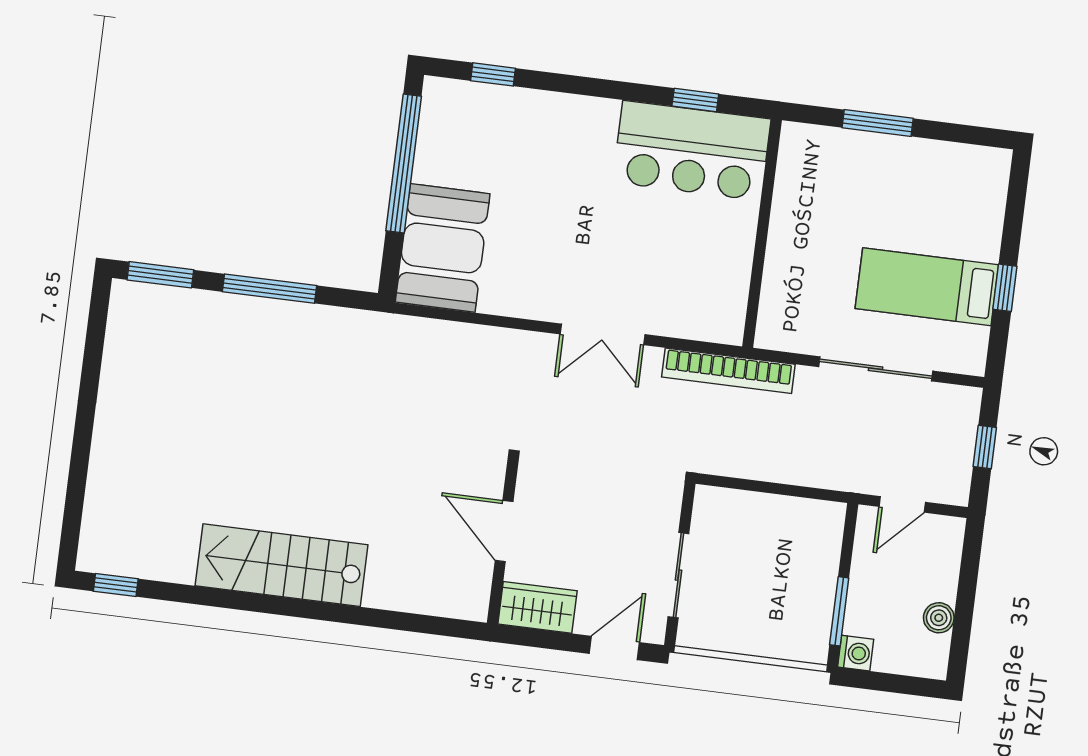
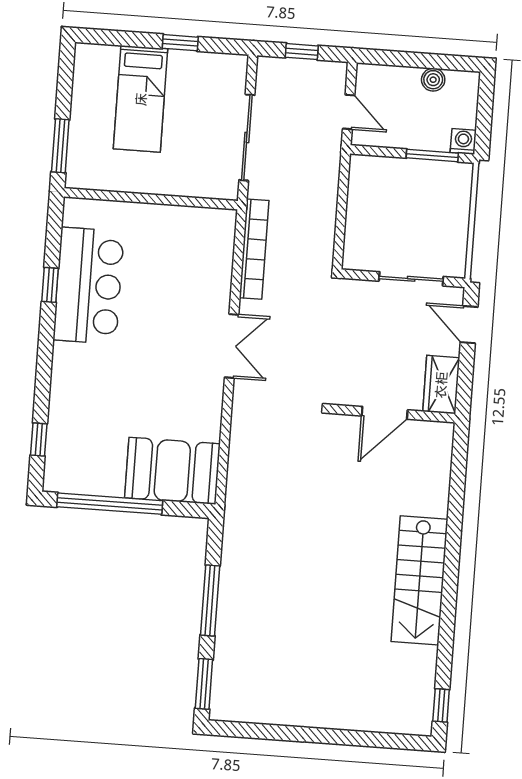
wall: (762, 233) -> (151, 199), moved
bed: (927, 287) -> (141, 99), moved

